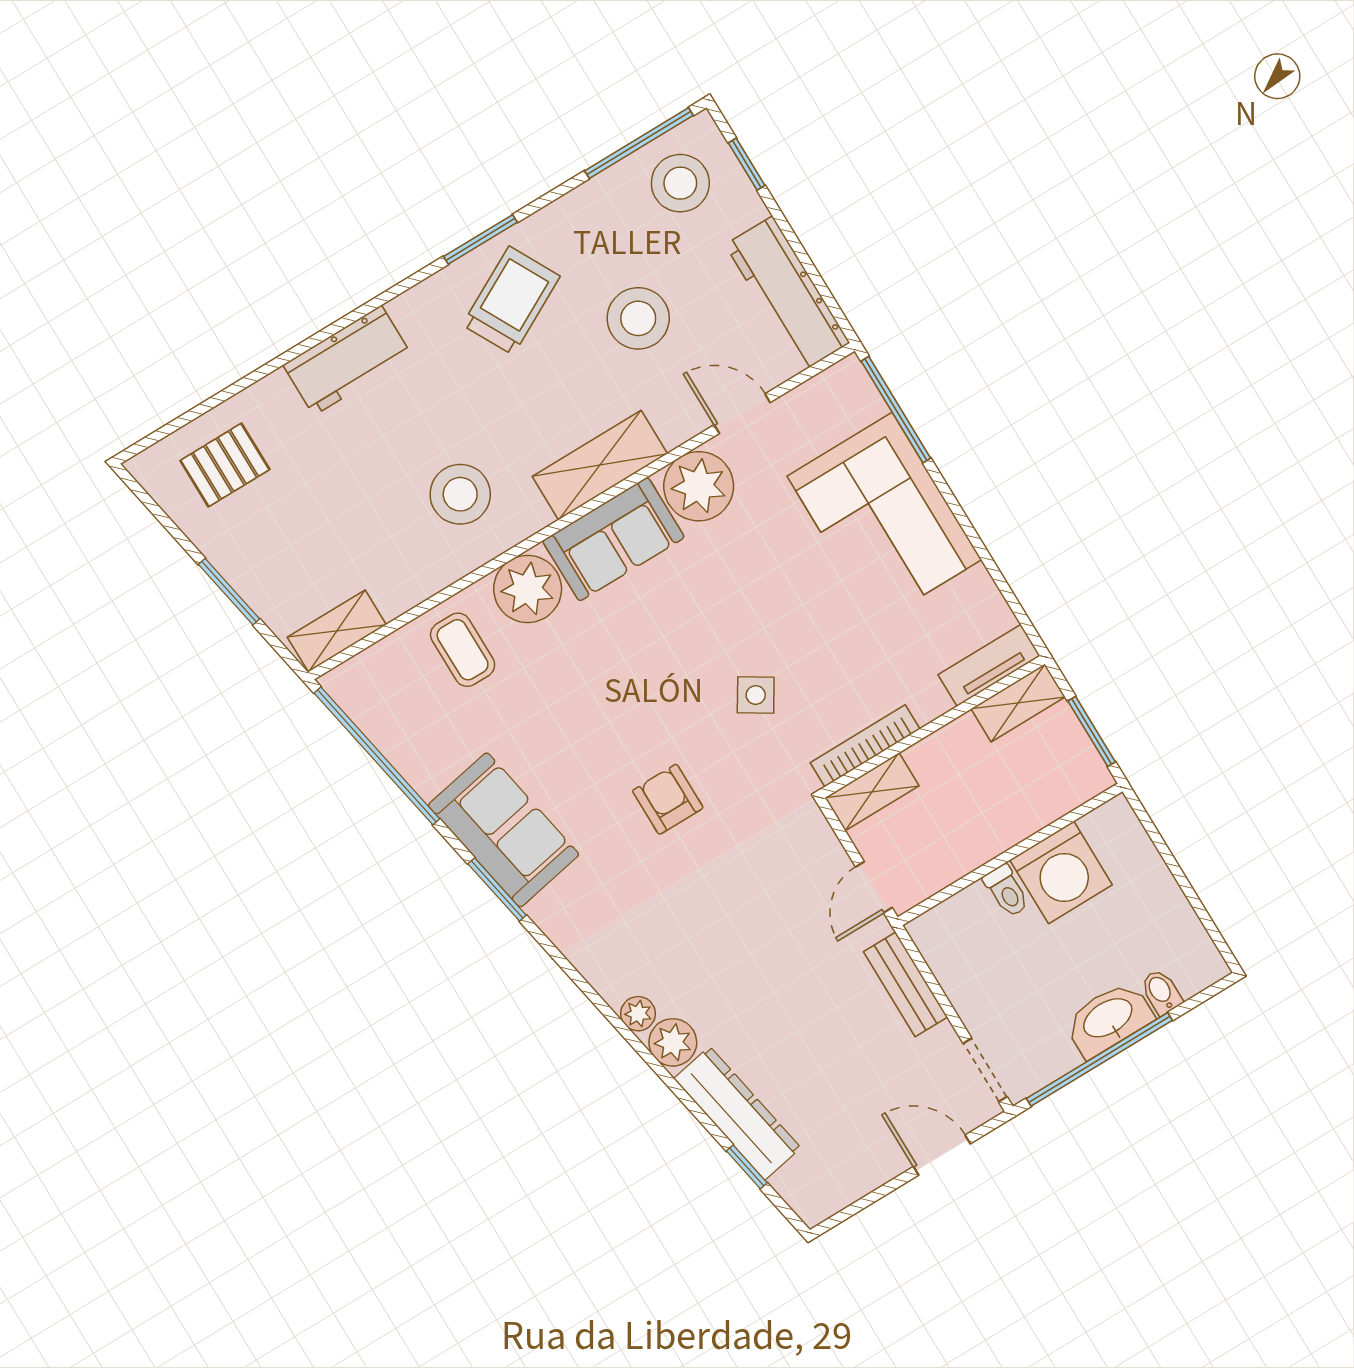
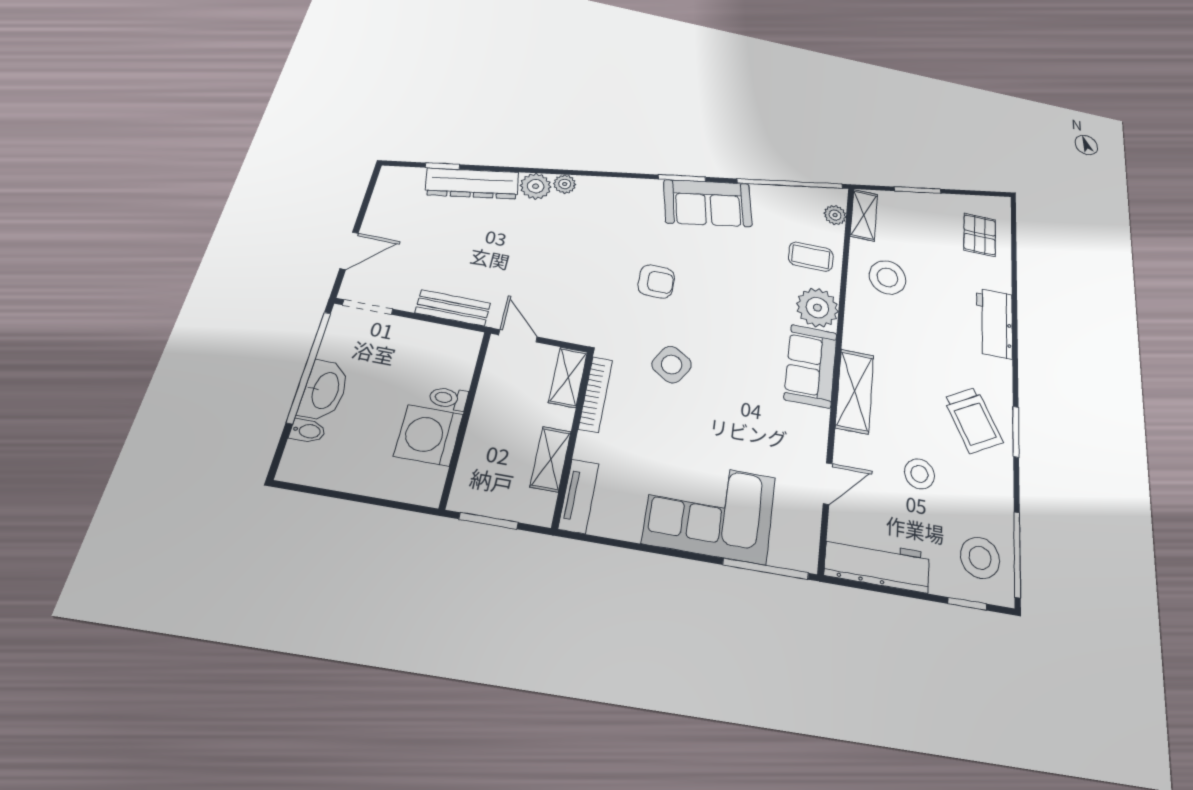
stool: (638, 318) -> (919, 474), width x0.73, depth x0.73
plant: (699, 486) -> (835, 215), moved, width x0.53, depth x0.53
stool: (460, 494) -> (887, 277), moved
side table: (756, 695) -> (672, 365), width x1.37, depth x1.37
shelving: (1018, 703) -> (551, 459), moved

